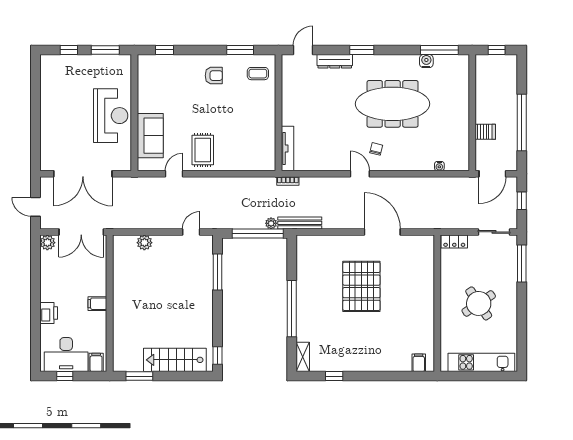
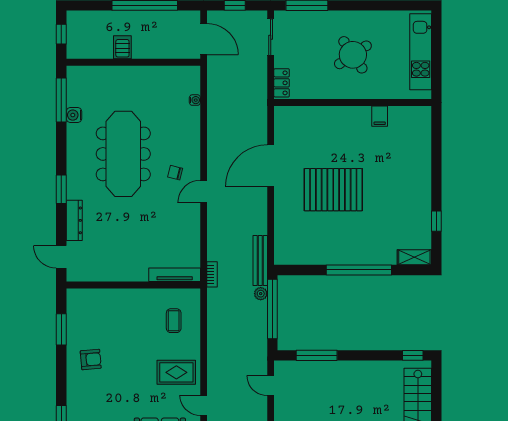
coffee table: (258, 74) -> (174, 321), moved
armchair: (214, 76) -> (91, 360), turned 85
server rack: (485, 132) -> (122, 47), moved
filing cabinet: (419, 363) -> (380, 116), moved, turned -90

